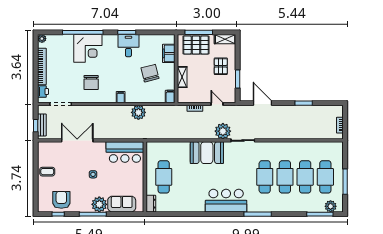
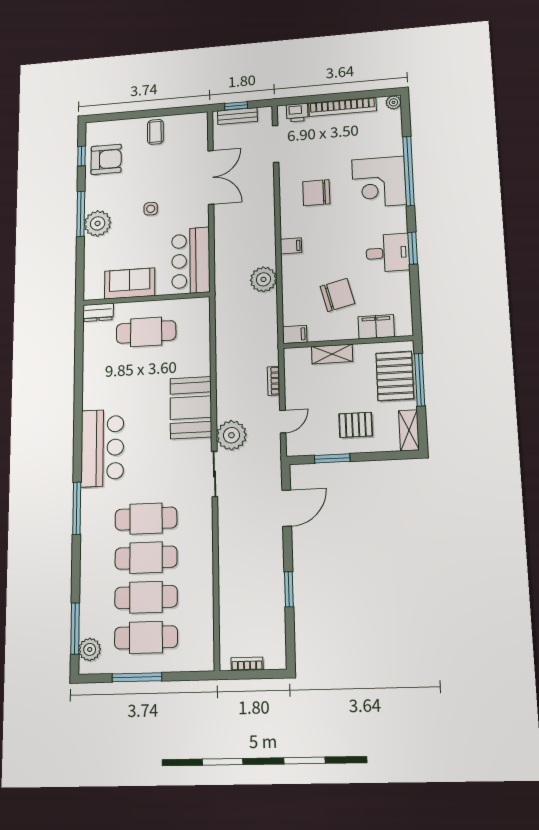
sofa: (122, 204) -> (130, 283), moved, turned -90

